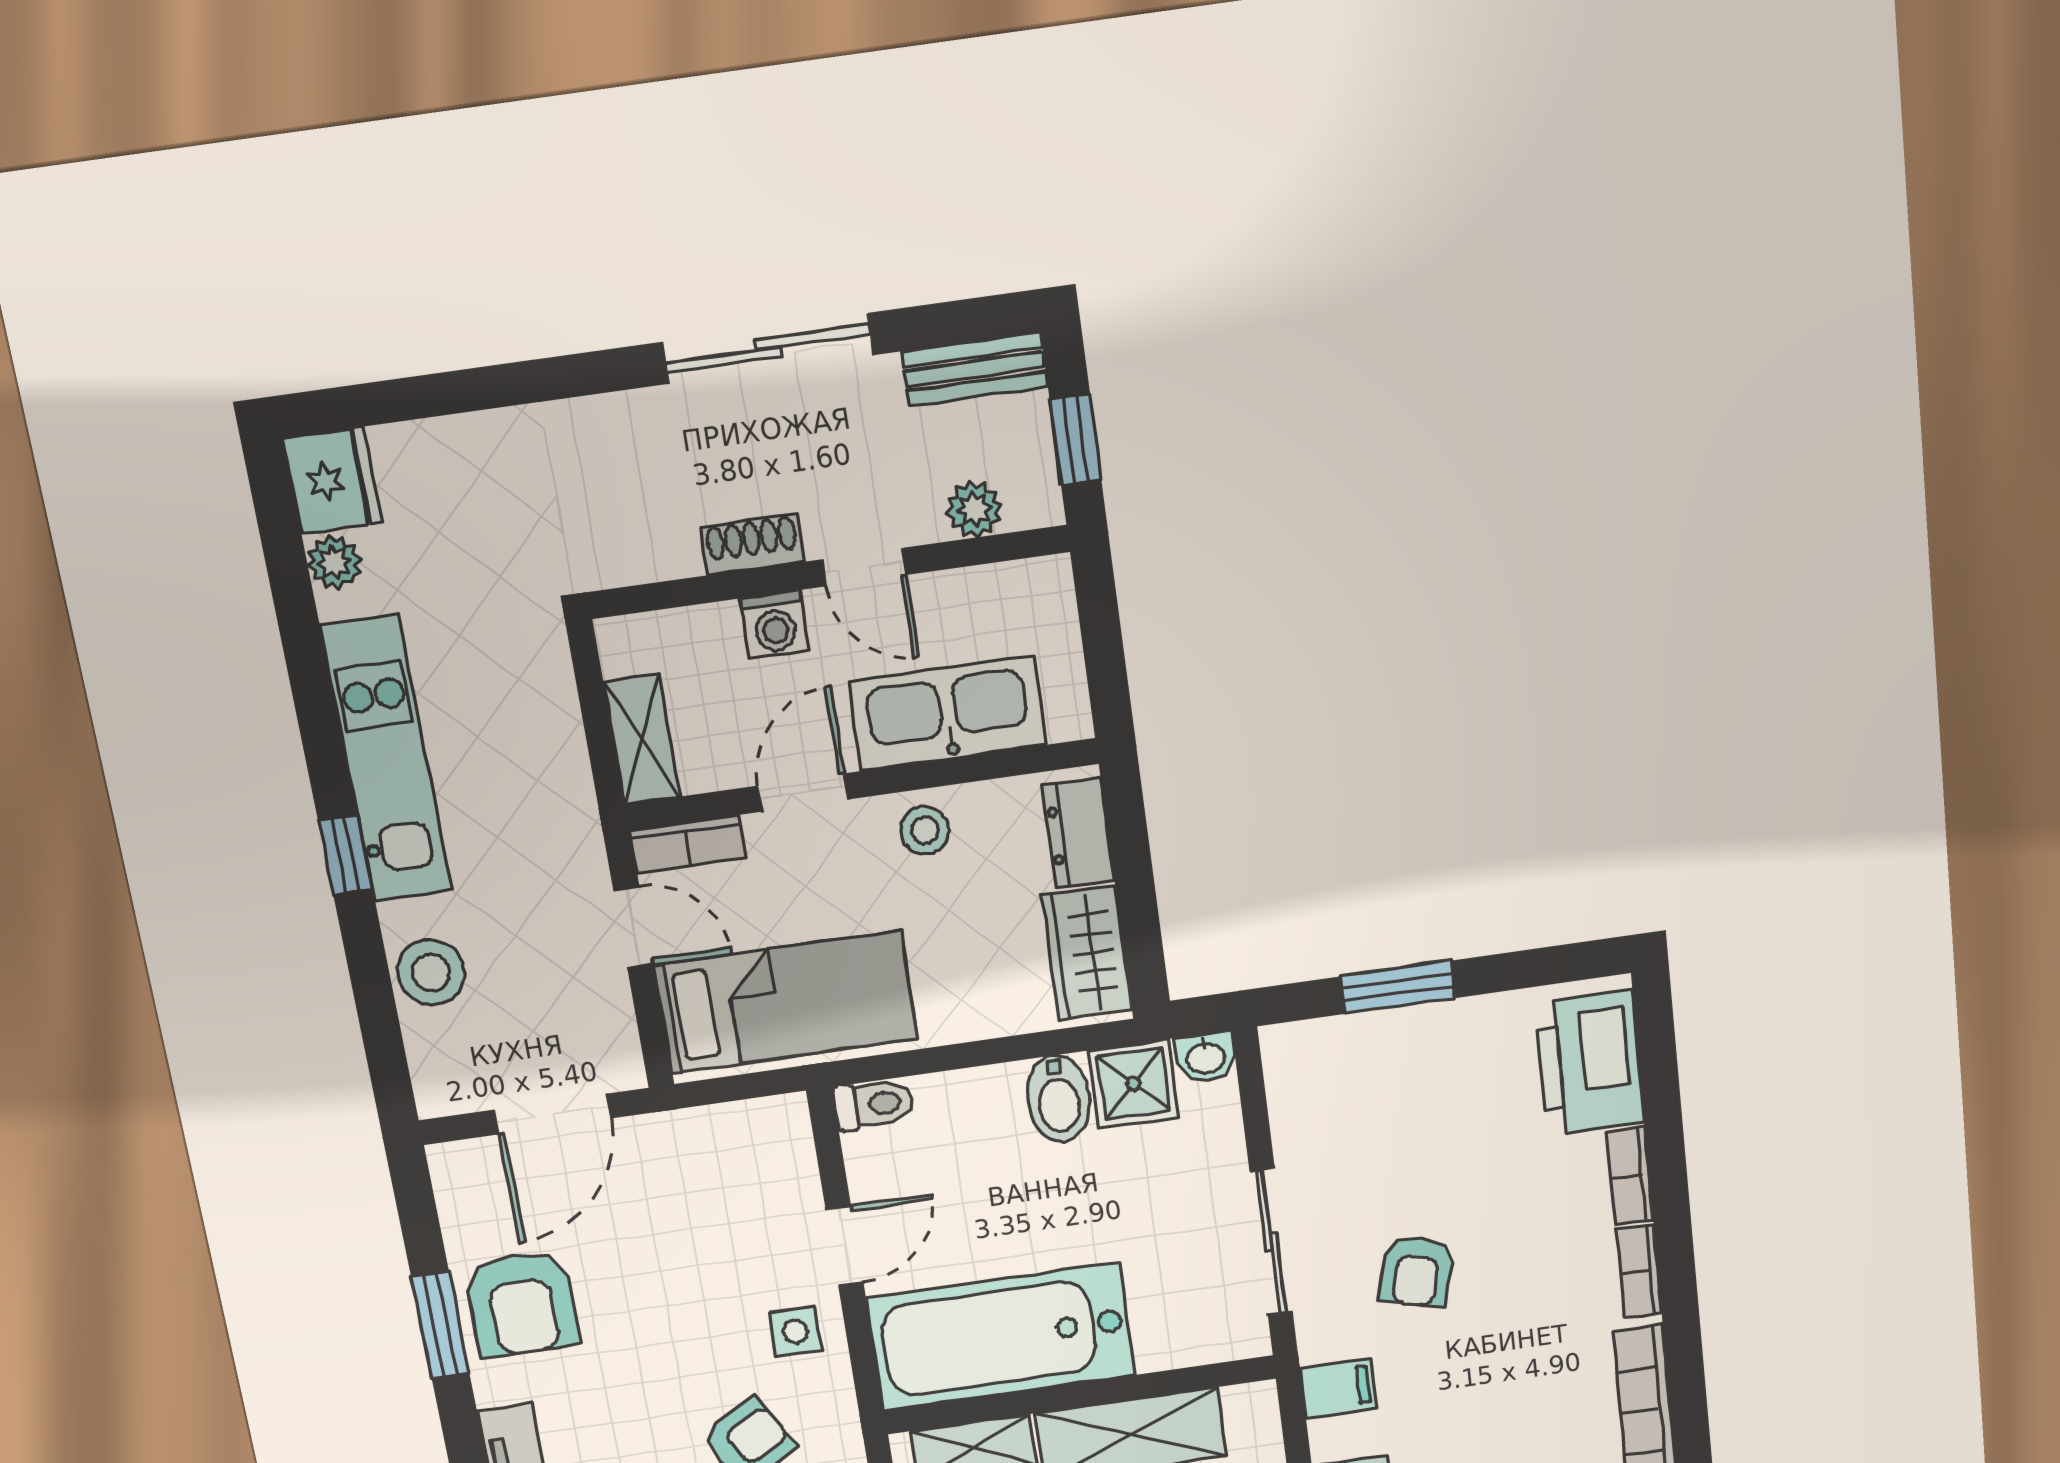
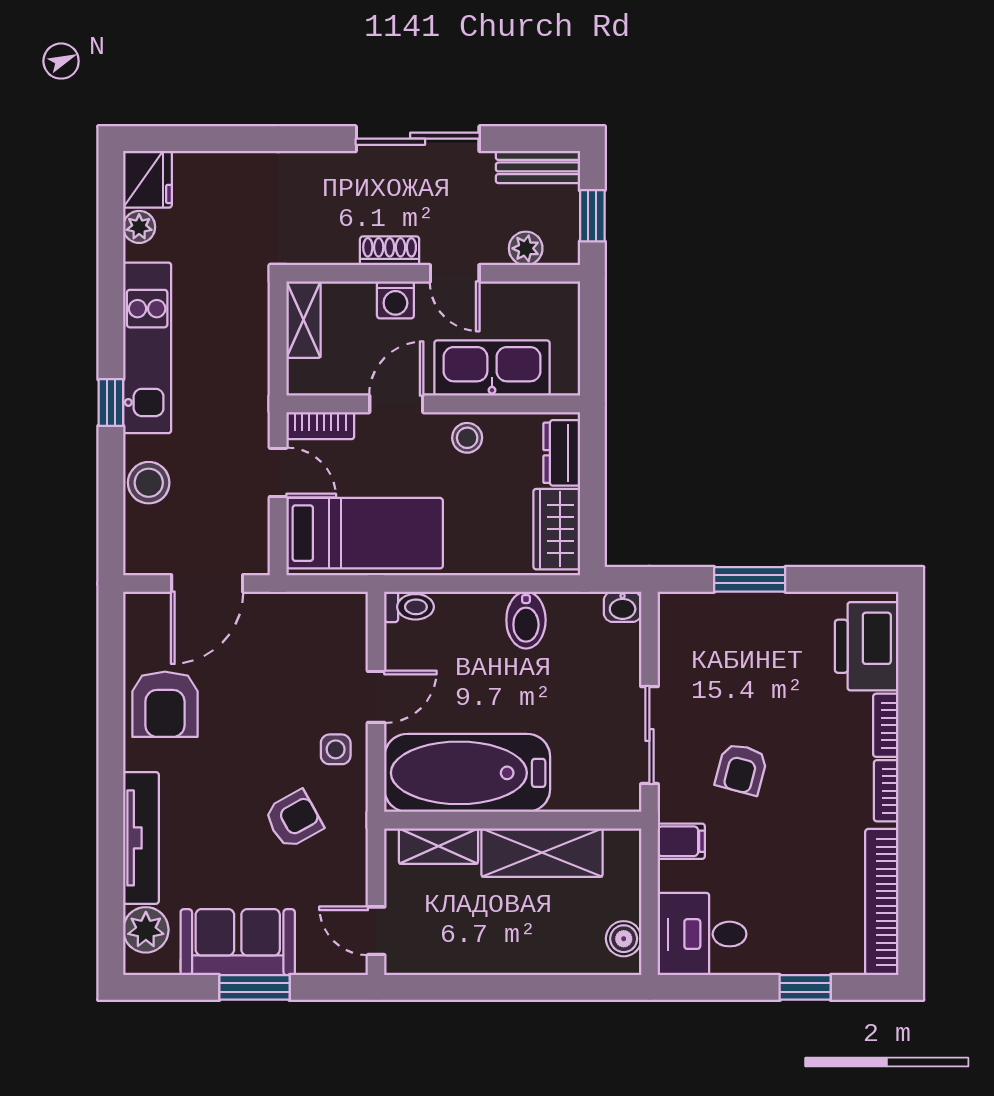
shelving: (642, 739) -> (303, 320), moved
shower: (1133, 1084) -> (575, 617), removed
window: (440, 1325) -> (111, 711), removed

